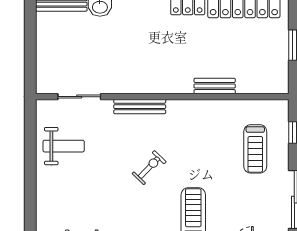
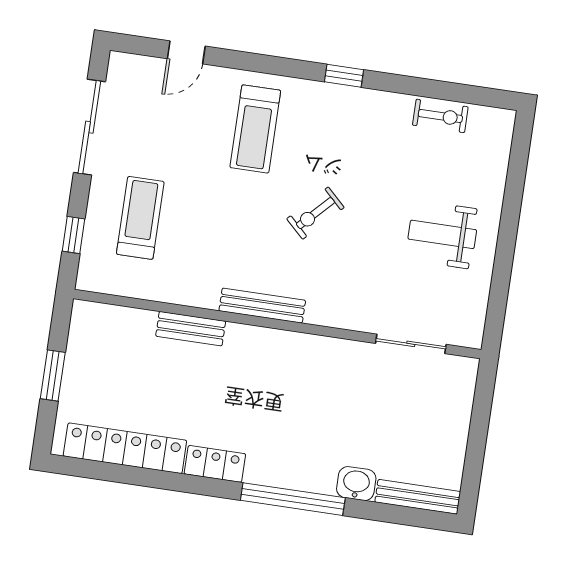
bench: (140, 107) -> (262, 306), moved
weight bench: (64, 146) -> (442, 234), moved

